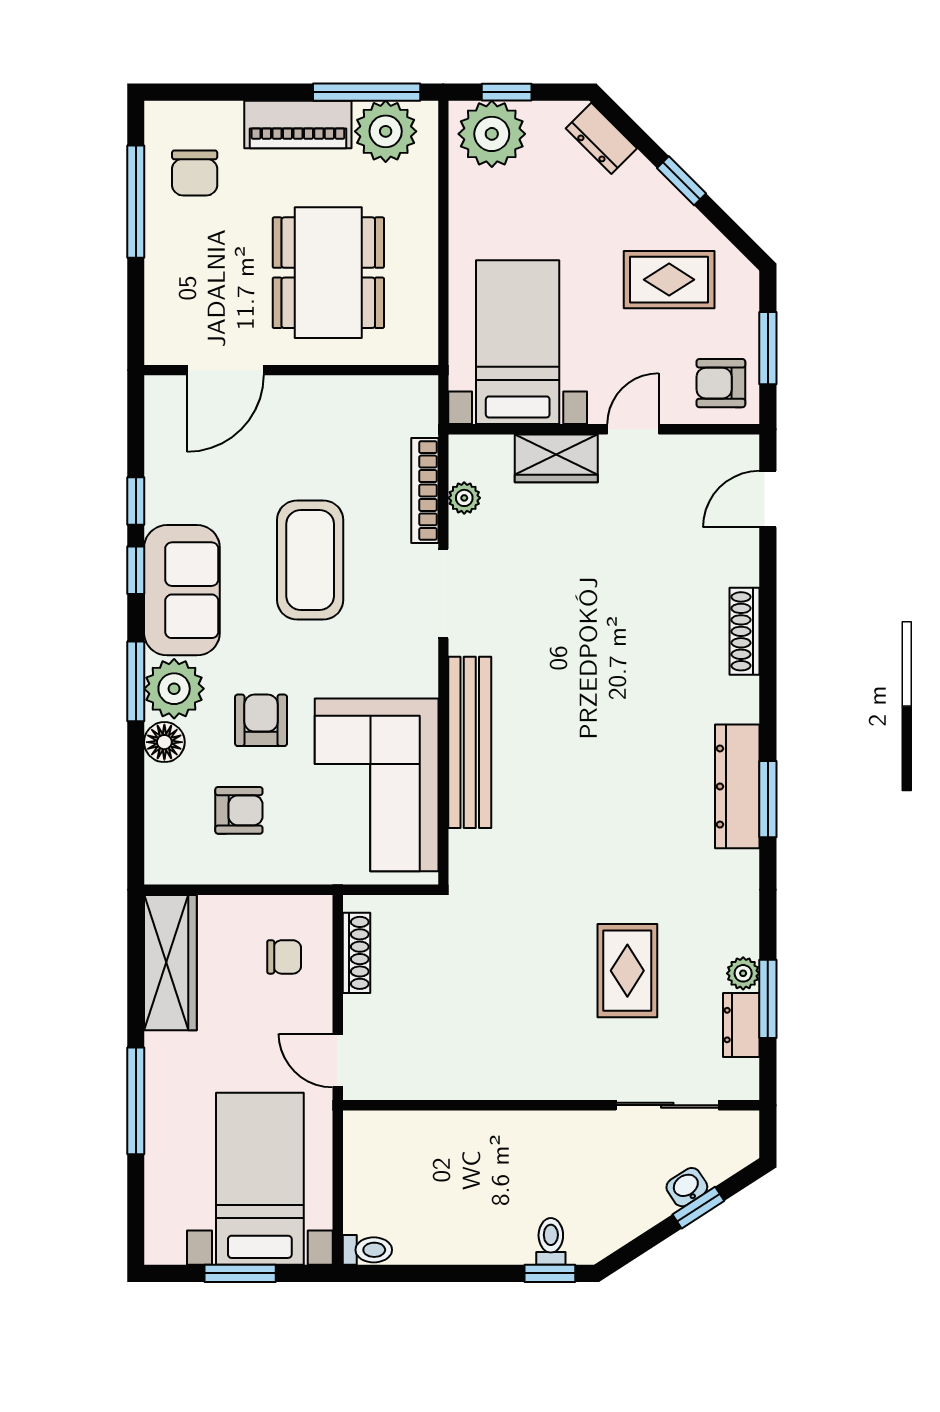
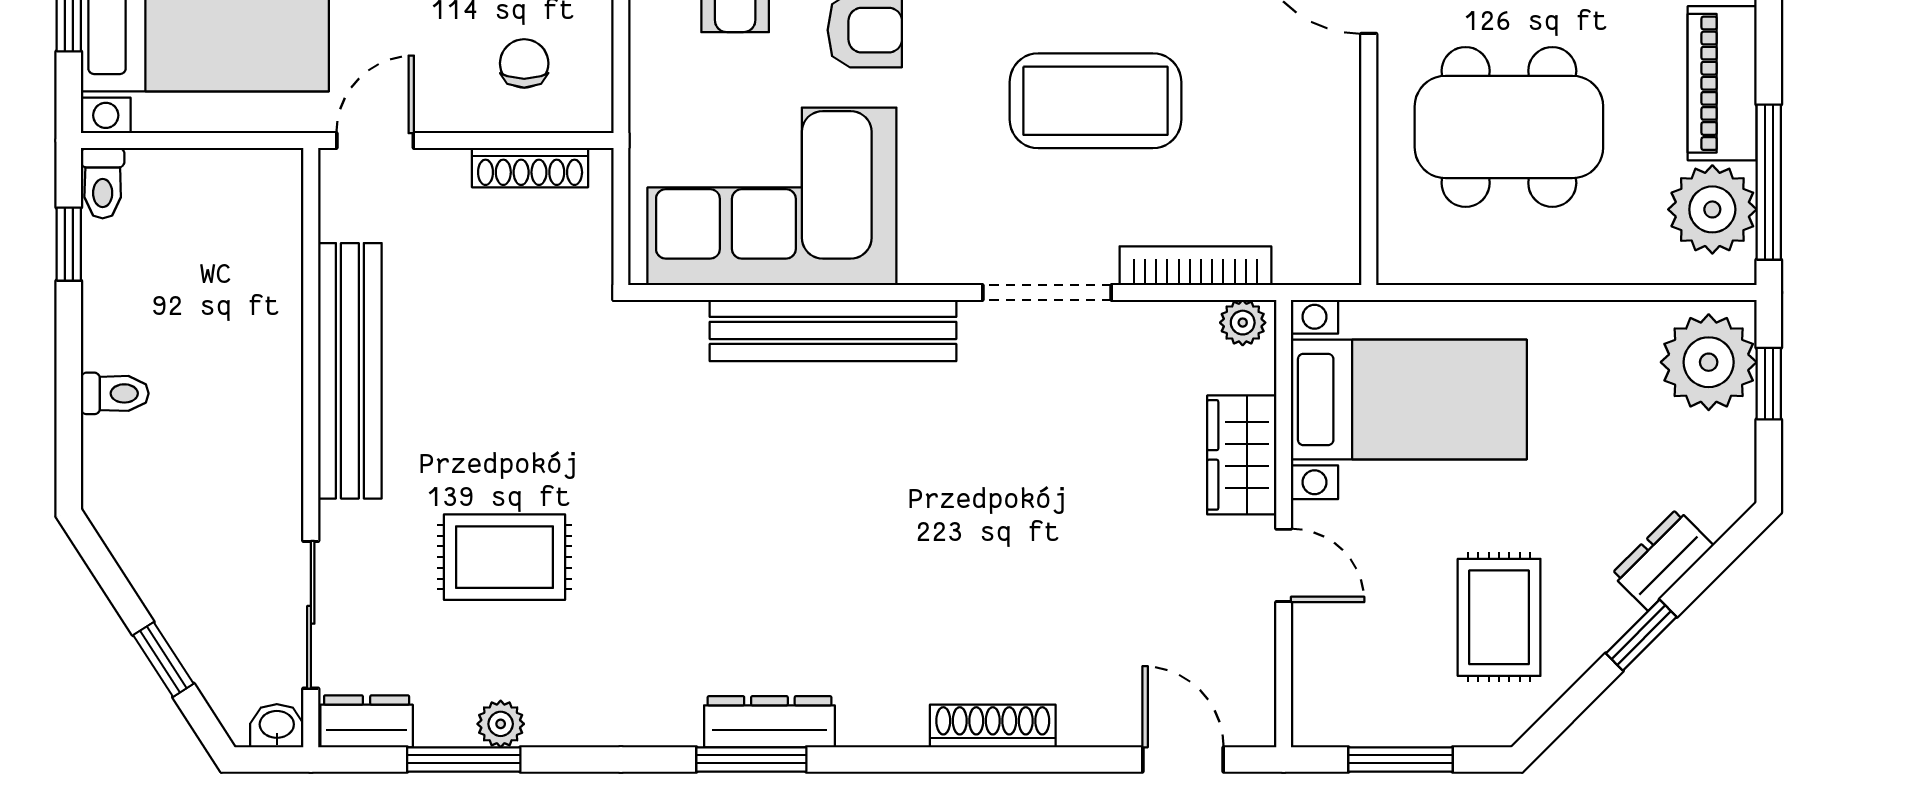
dresser: (601, 138) -> (1663, 560), moved
armchair: (721, 383) -> (1350, 692), removed
plant: (464, 498) -> (1243, 323), moved
dresser: (737, 786) -> (769, 722), width x0.73, depth x0.80
chair: (284, 957) -> (524, 63), turned 180
dresser: (741, 1025) -> (367, 721), moved
bench: (498, 1078) -> (350, 371), added
washbasin: (687, 1187) -> (277, 726), moved, turned -57
toilet: (551, 1241) -> (115, 393), moved
window: (550, 1273) -> (69, 244), moved

